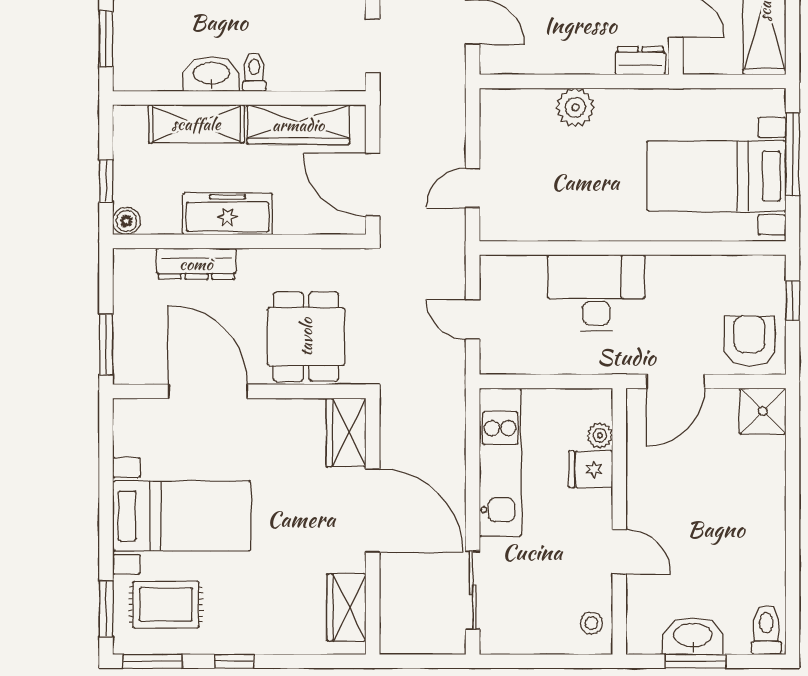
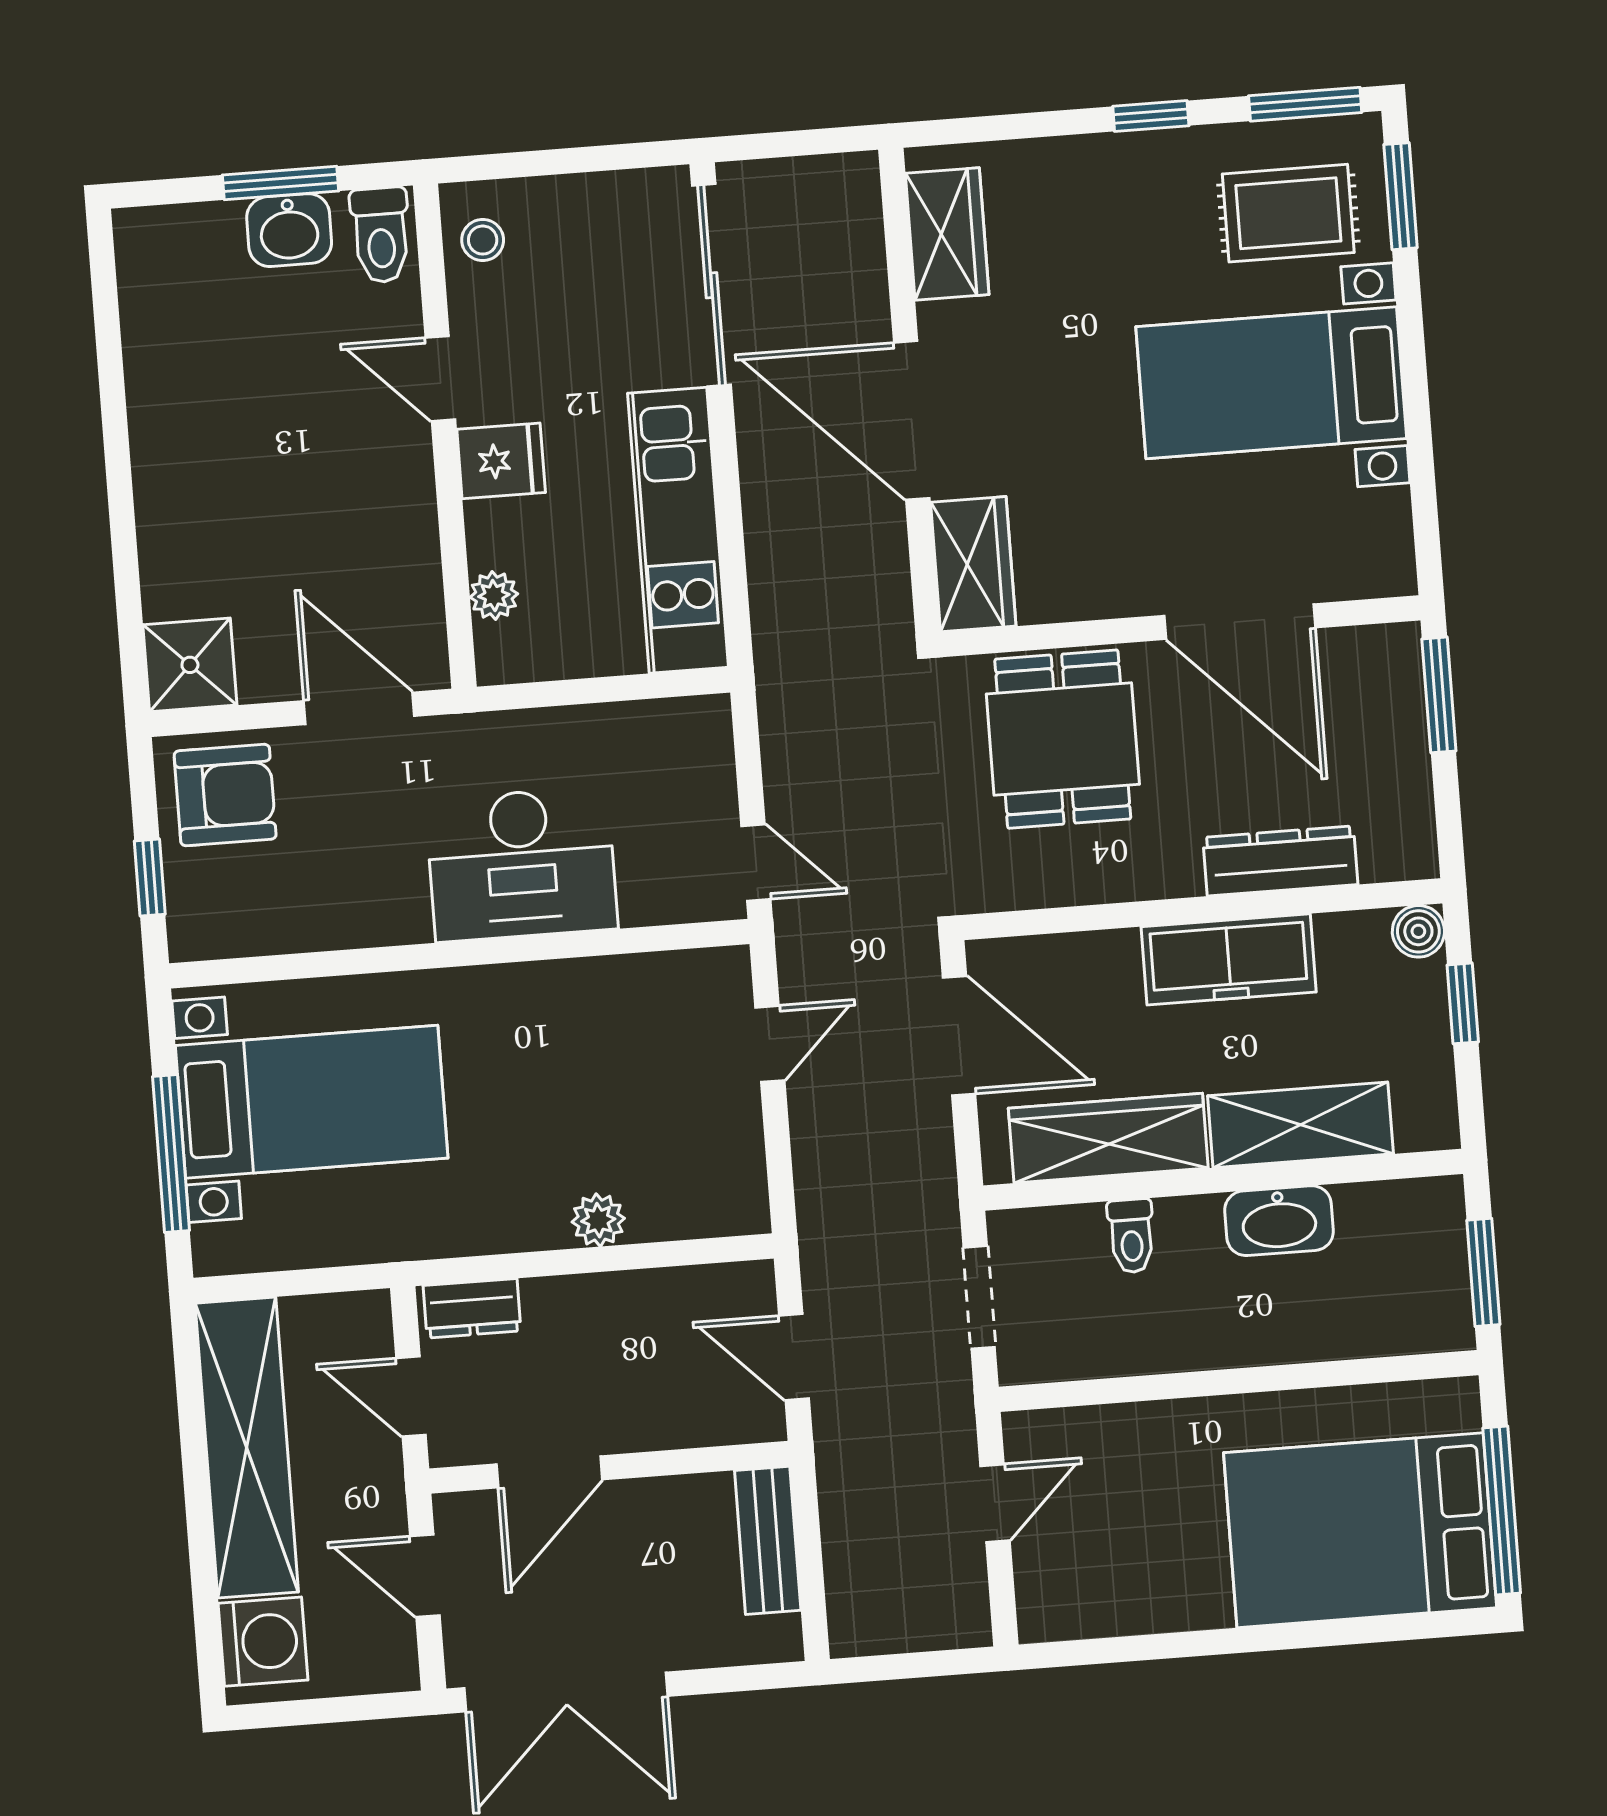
toilet: (254, 72) -> (1131, 1236), moved
plant: (575, 107) -> (598, 1220), width x0.73, depth x0.73
door: (473, 319) -> (756, 863), moved
armchair: (750, 341) -> (225, 795), turned -90
door: (675, 381) -> (359, 708), hinge flipped
fridge: (591, 469) -> (501, 461), moved
sliding door: (473, 590) -> (712, 285), width x1.37
toilet: (766, 630) -> (381, 235), moved
washbasin: (693, 636) -> (289, 230), width x0.72

